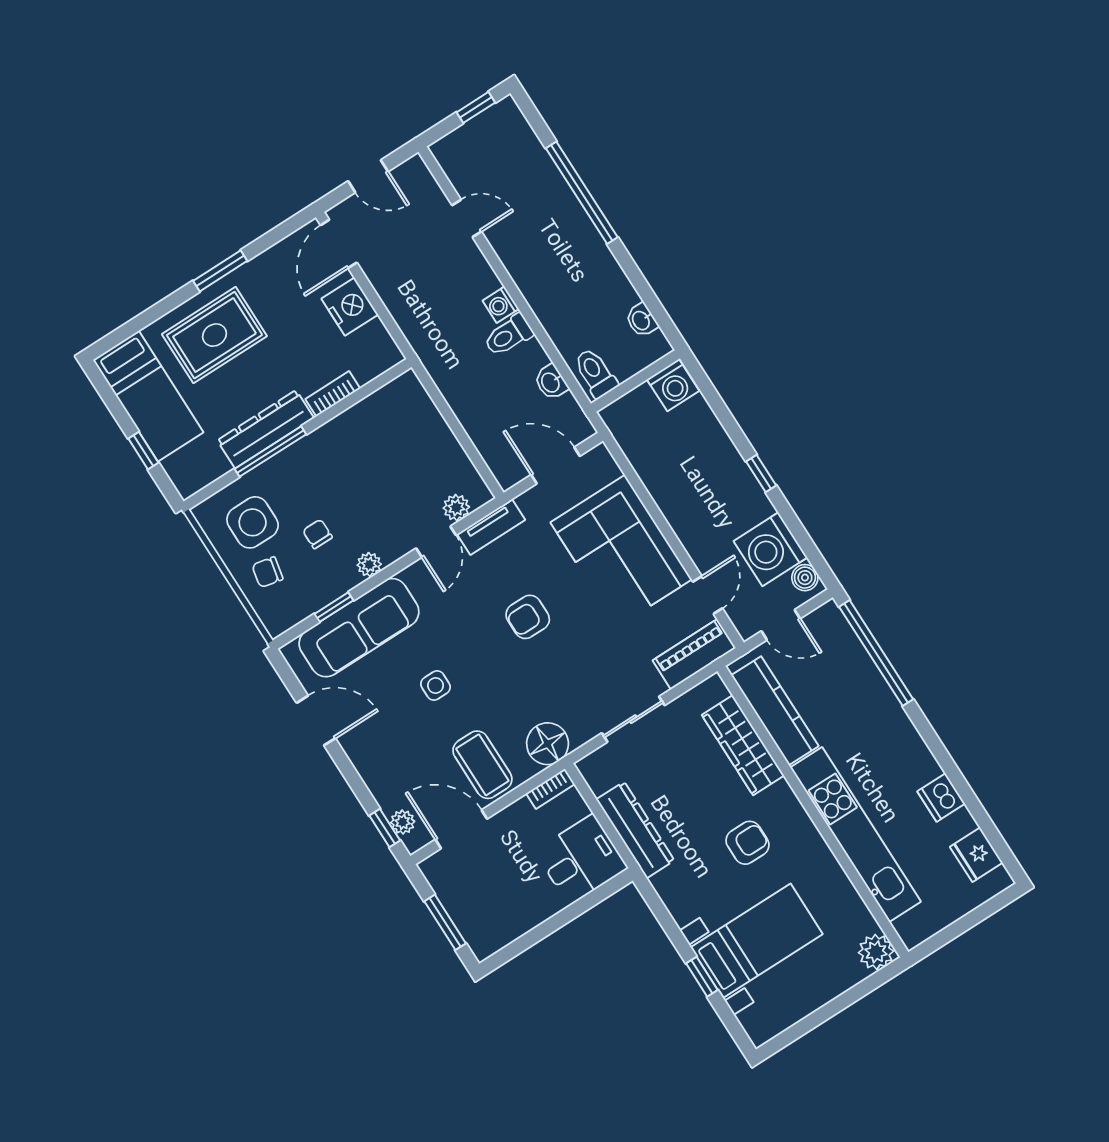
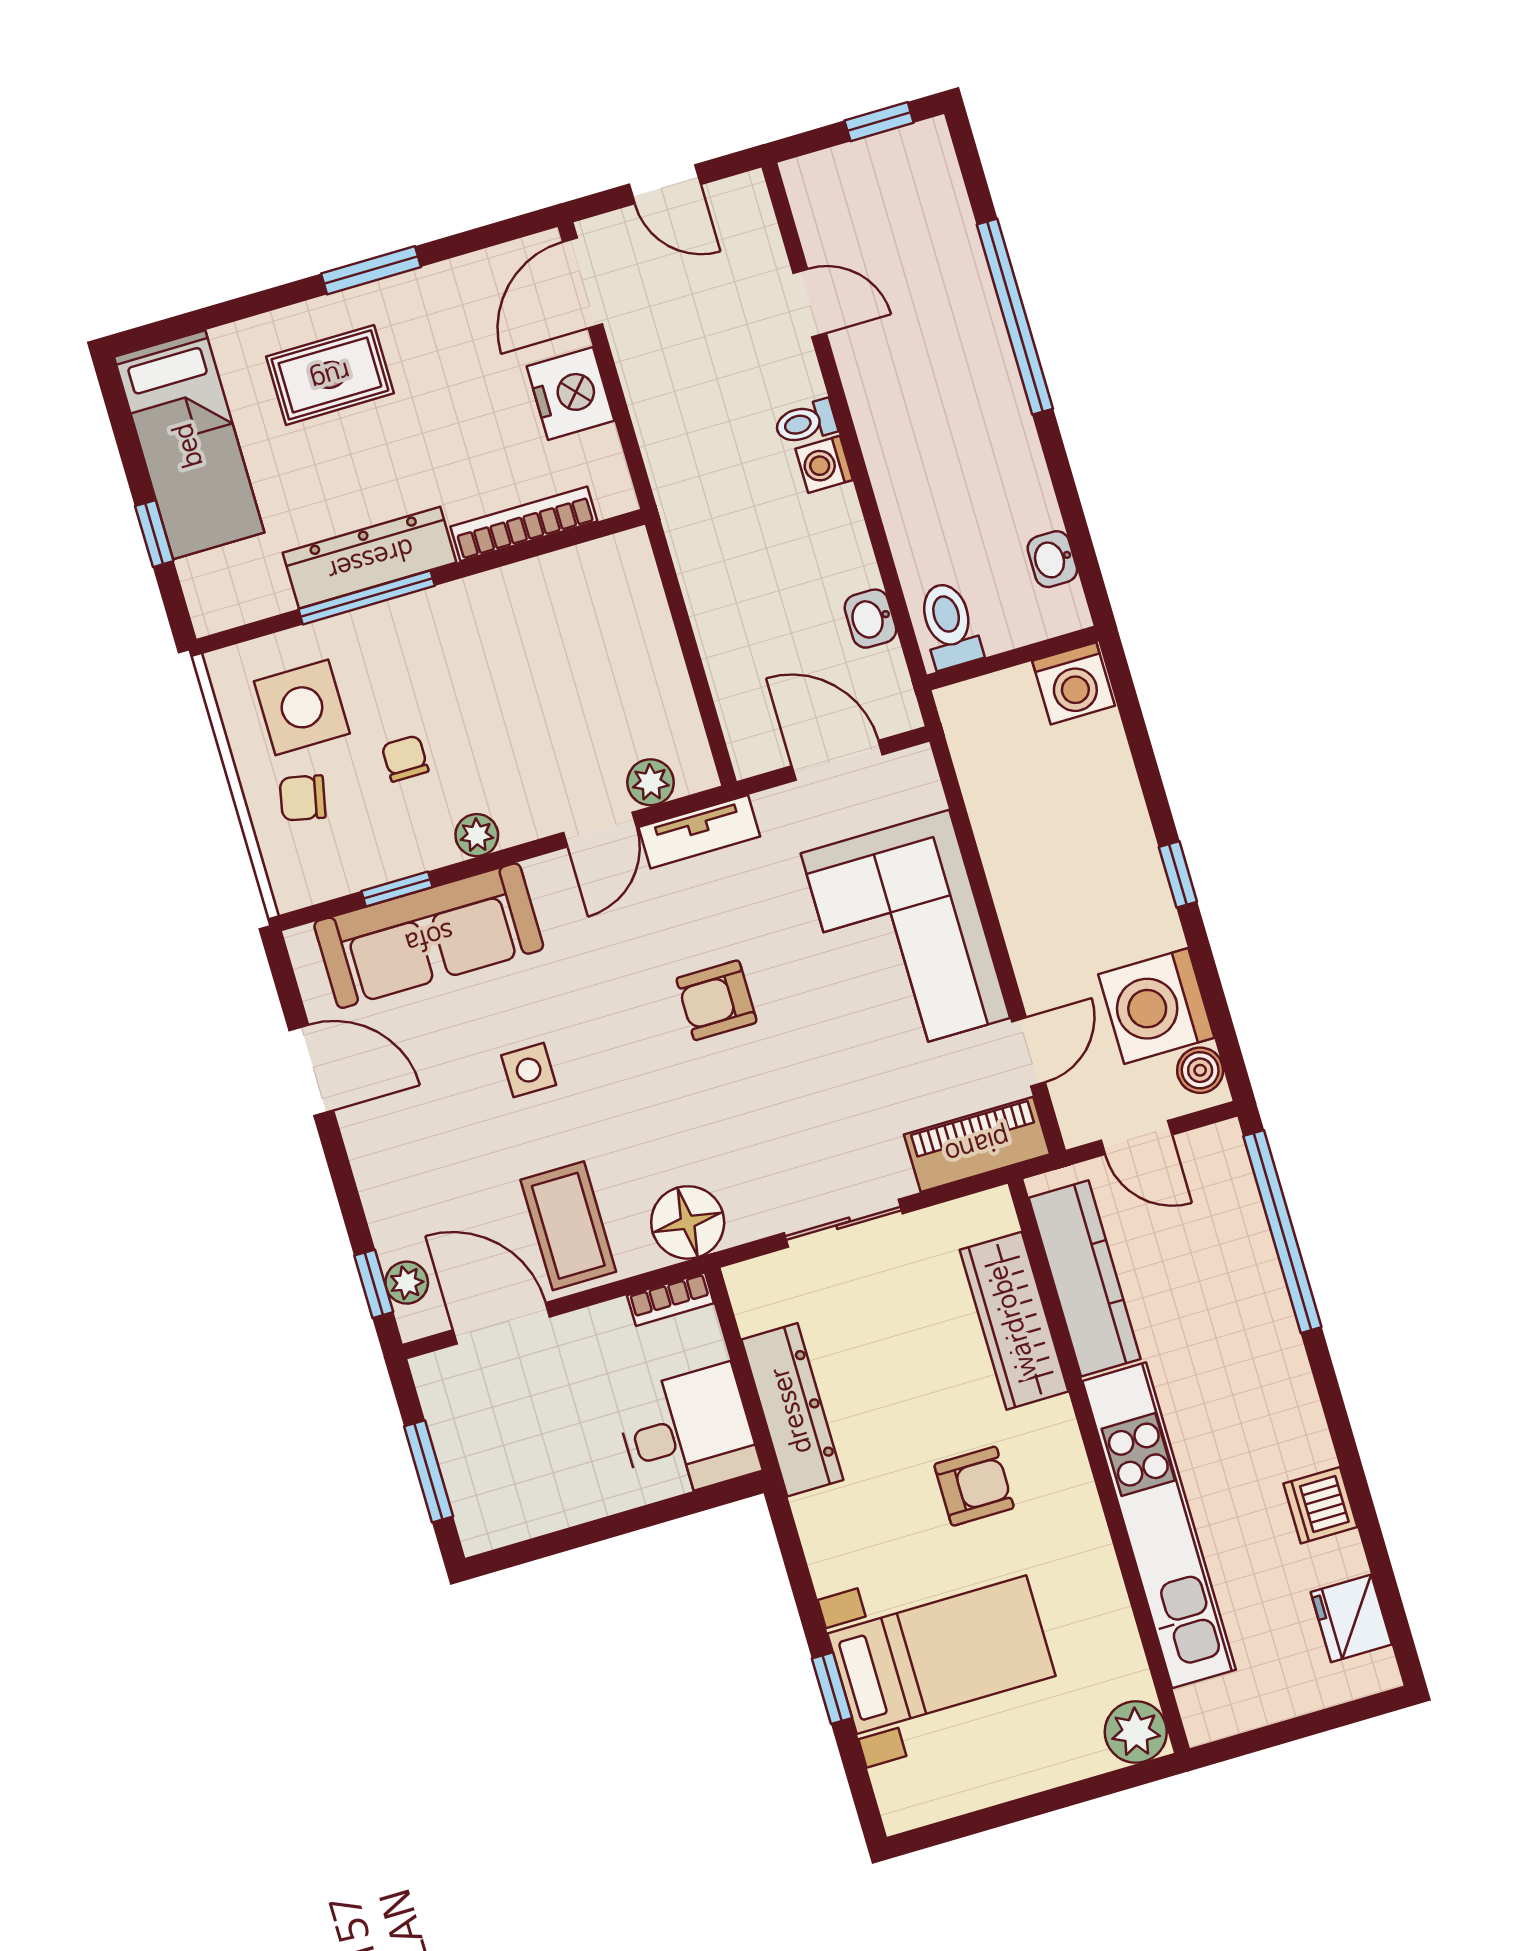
rug: (214, 335) -> (330, 375), width x0.73, depth x0.70
toilet: (508, 335) -> (806, 422), moved, width x0.73, depth x0.72
bookcase: (333, 394) -> (524, 524), width x1.56

